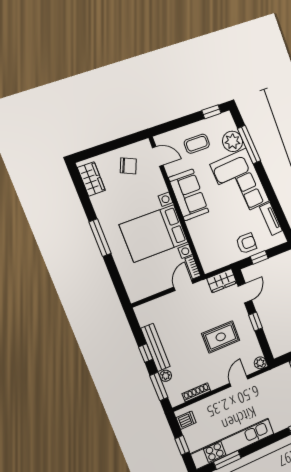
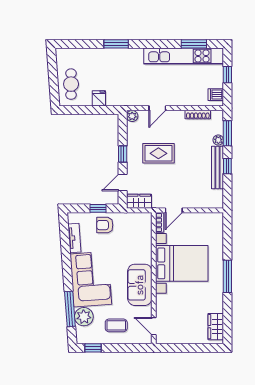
chair: (128, 166) -> (181, 327), removed

